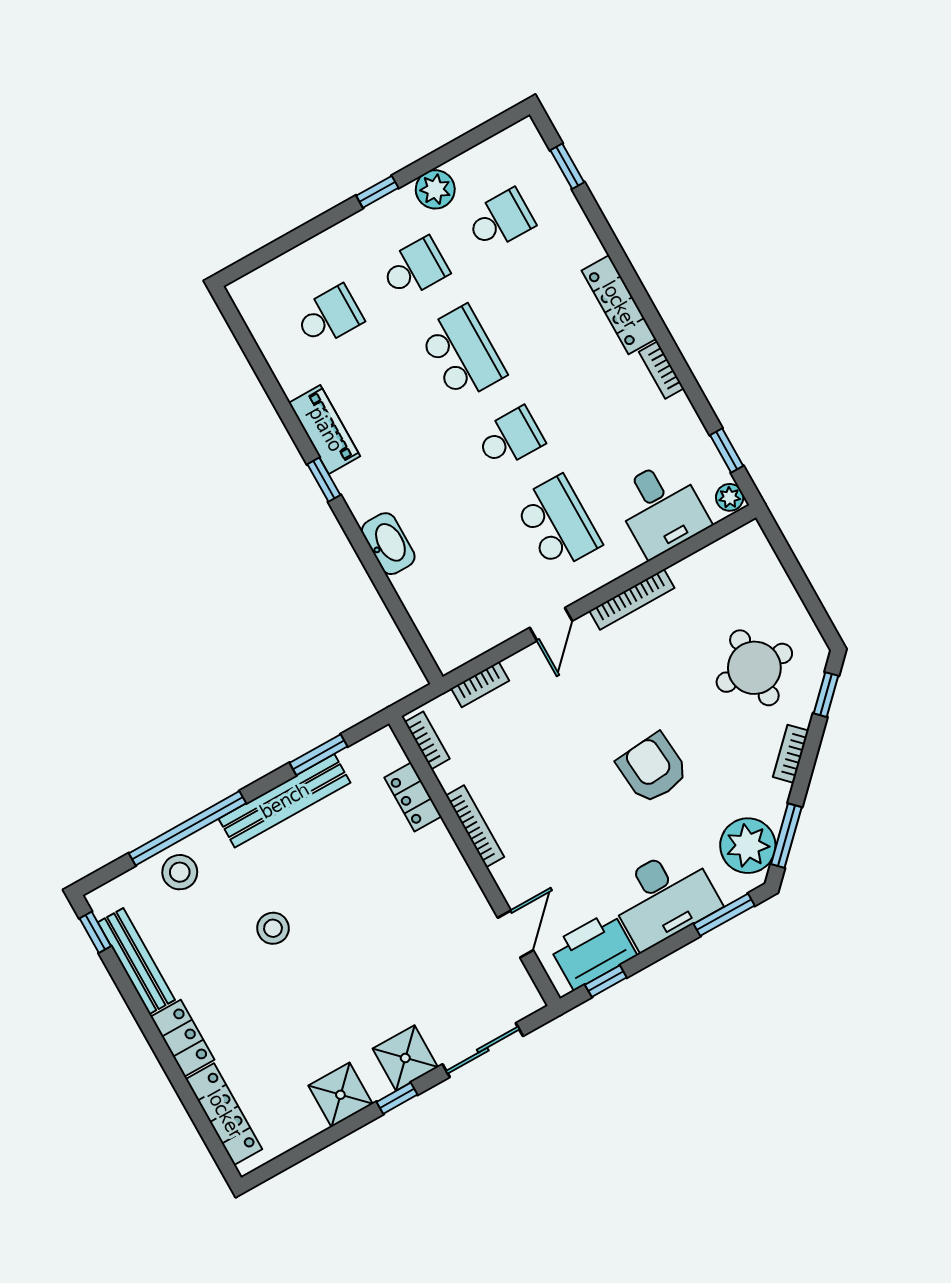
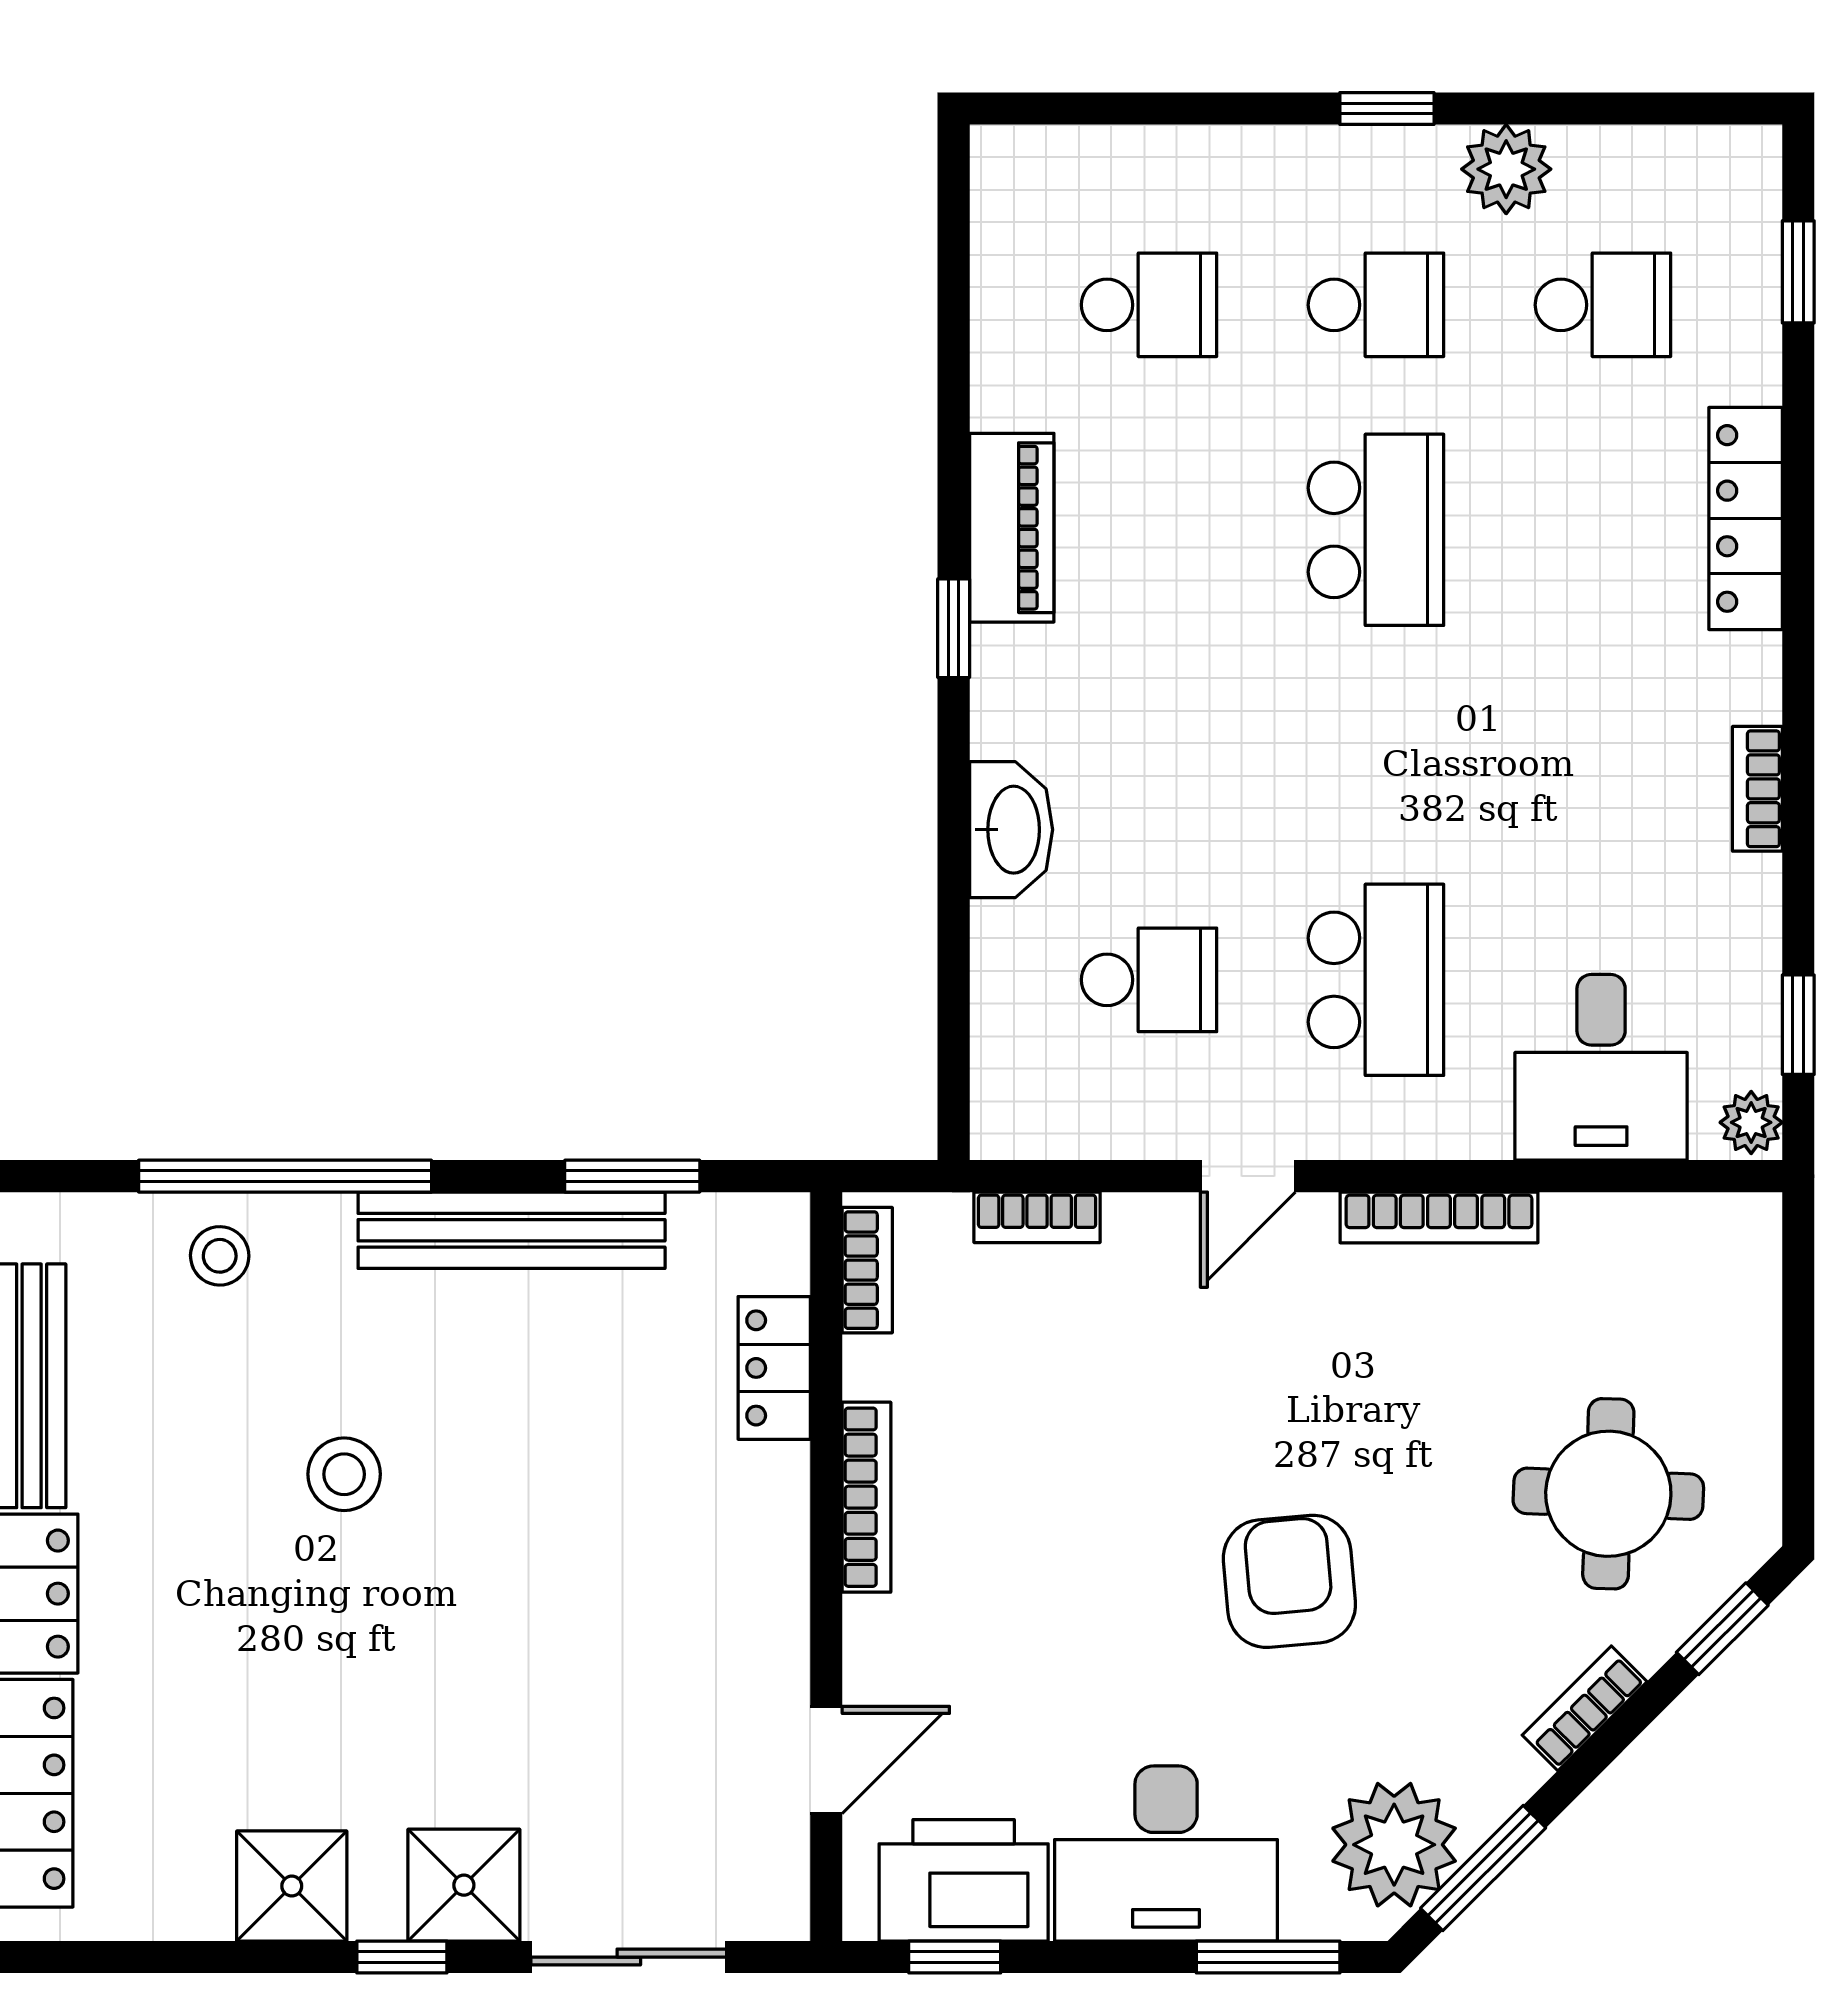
locker: (619, 305) -> (1746, 518), moved
school desk: (510, 438) -> (1149, 980), moved
stool: (180, 872) -> (220, 1256), width x0.73, depth x0.73

